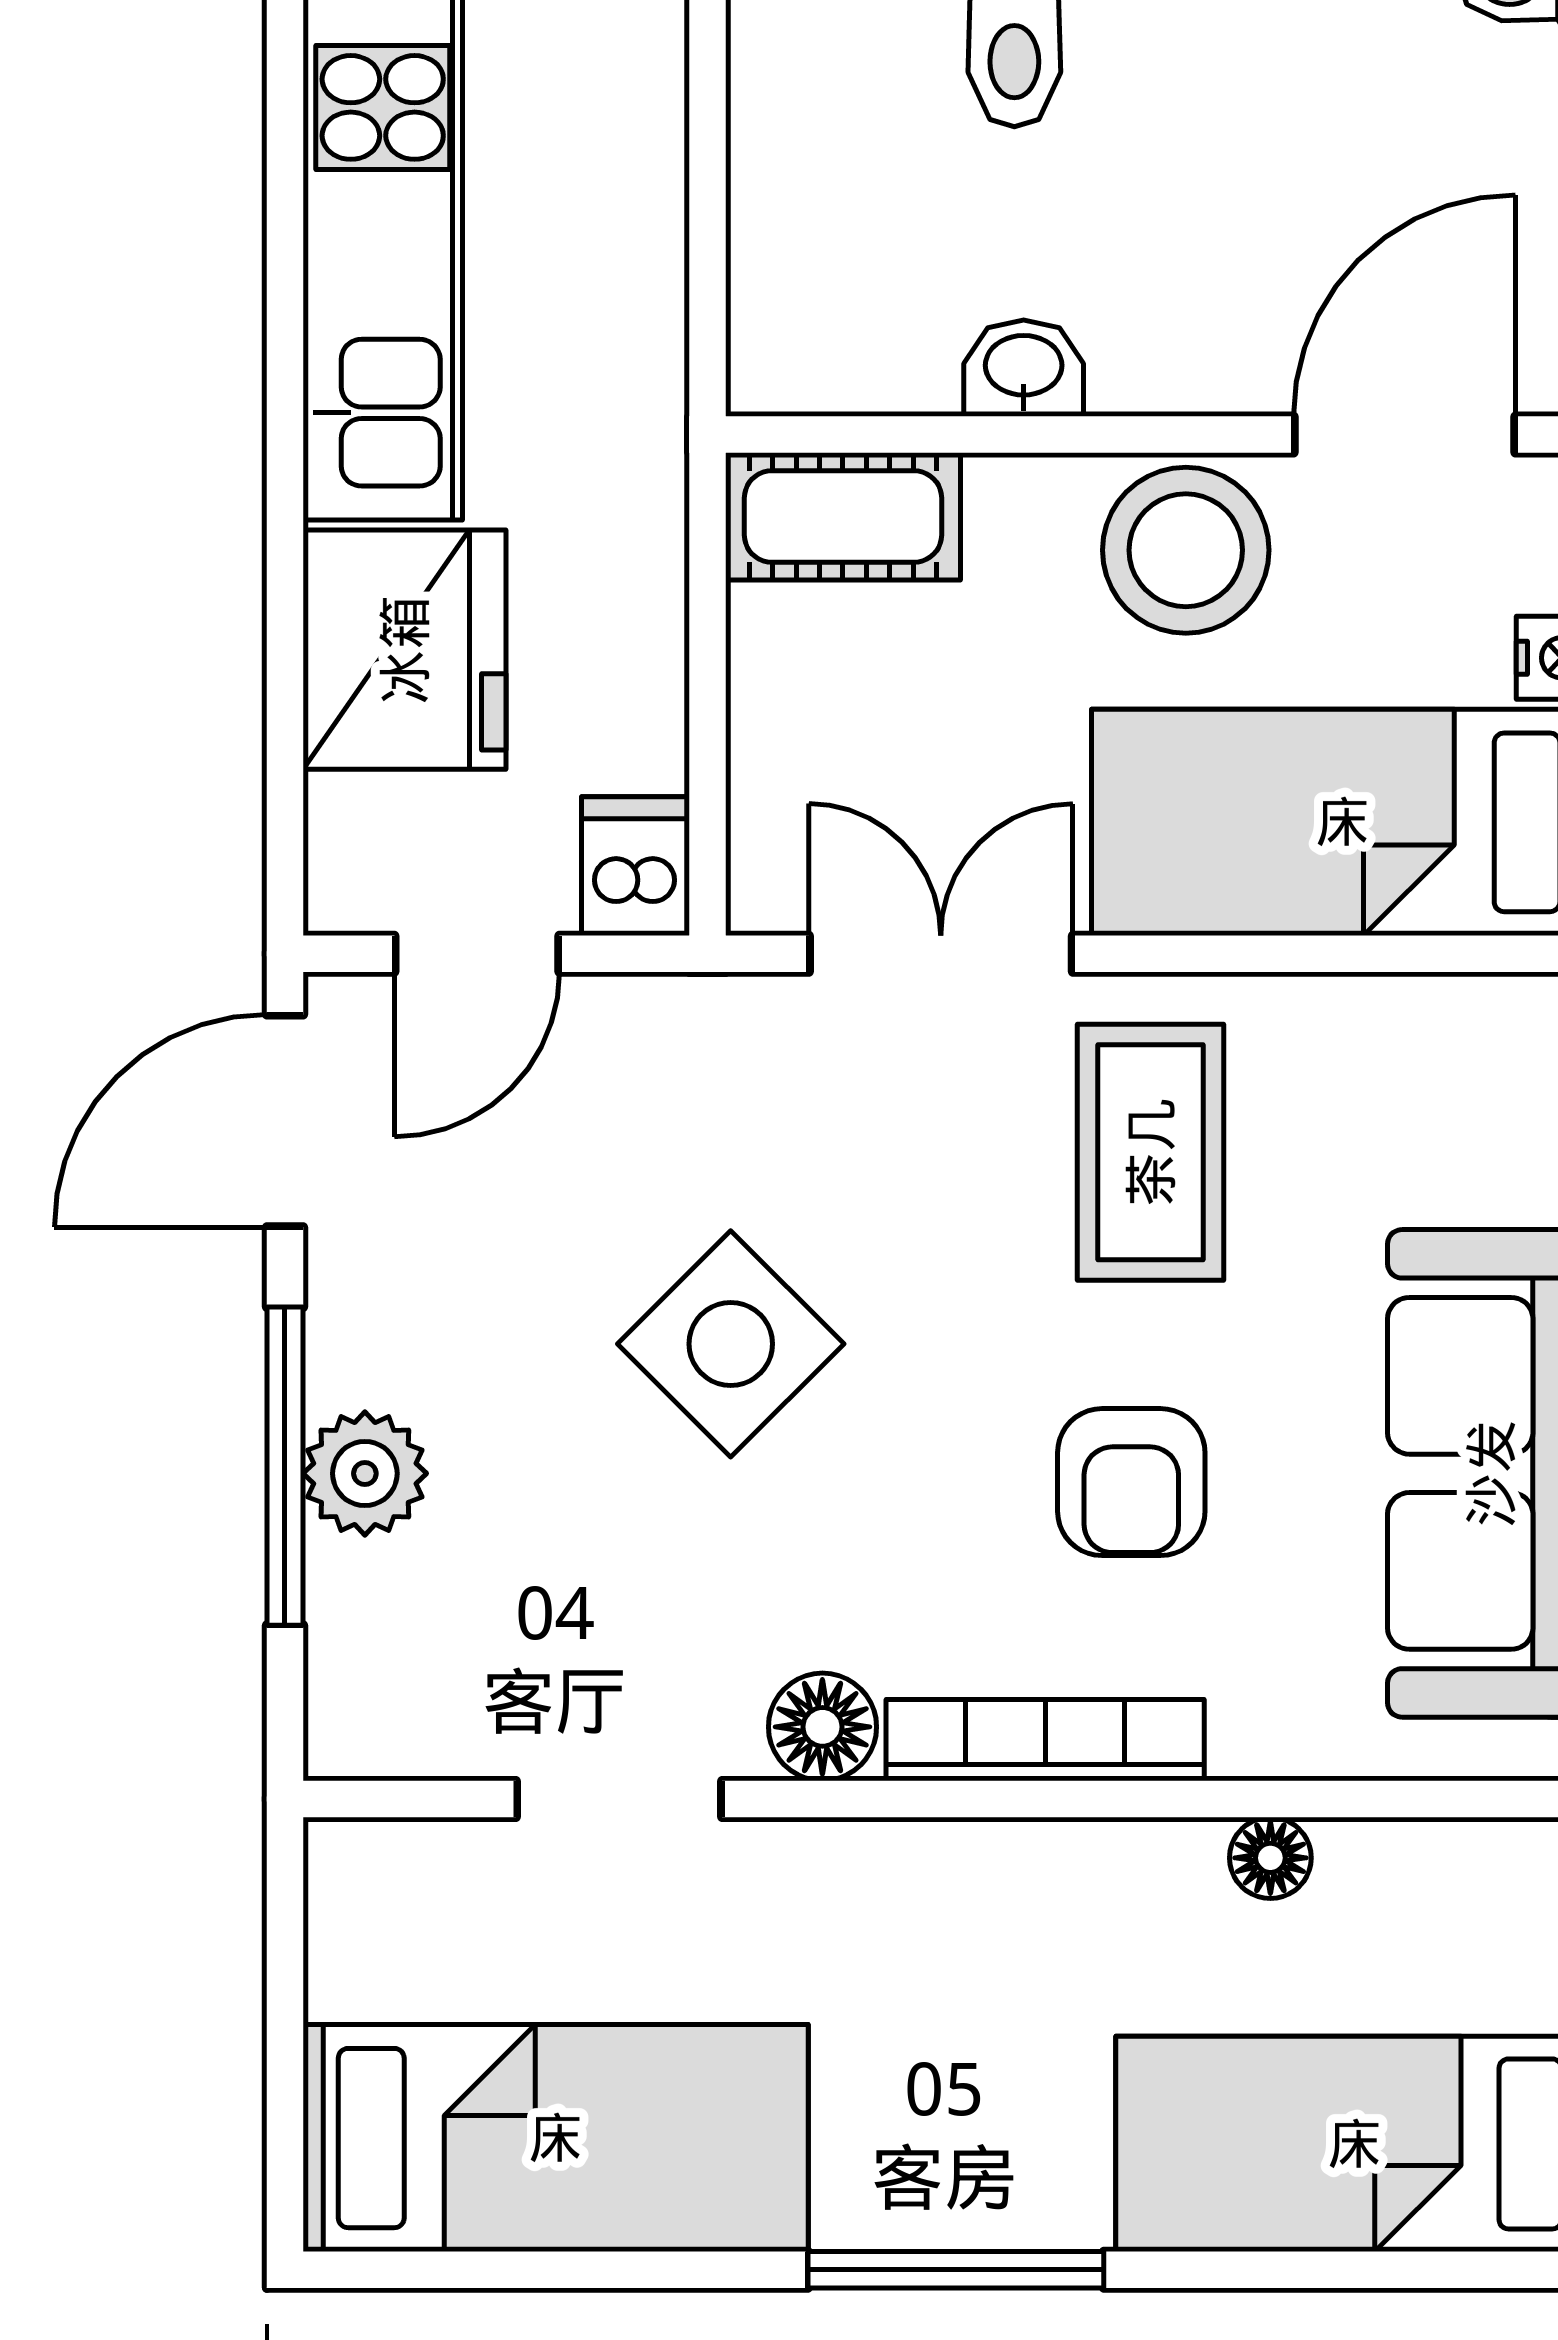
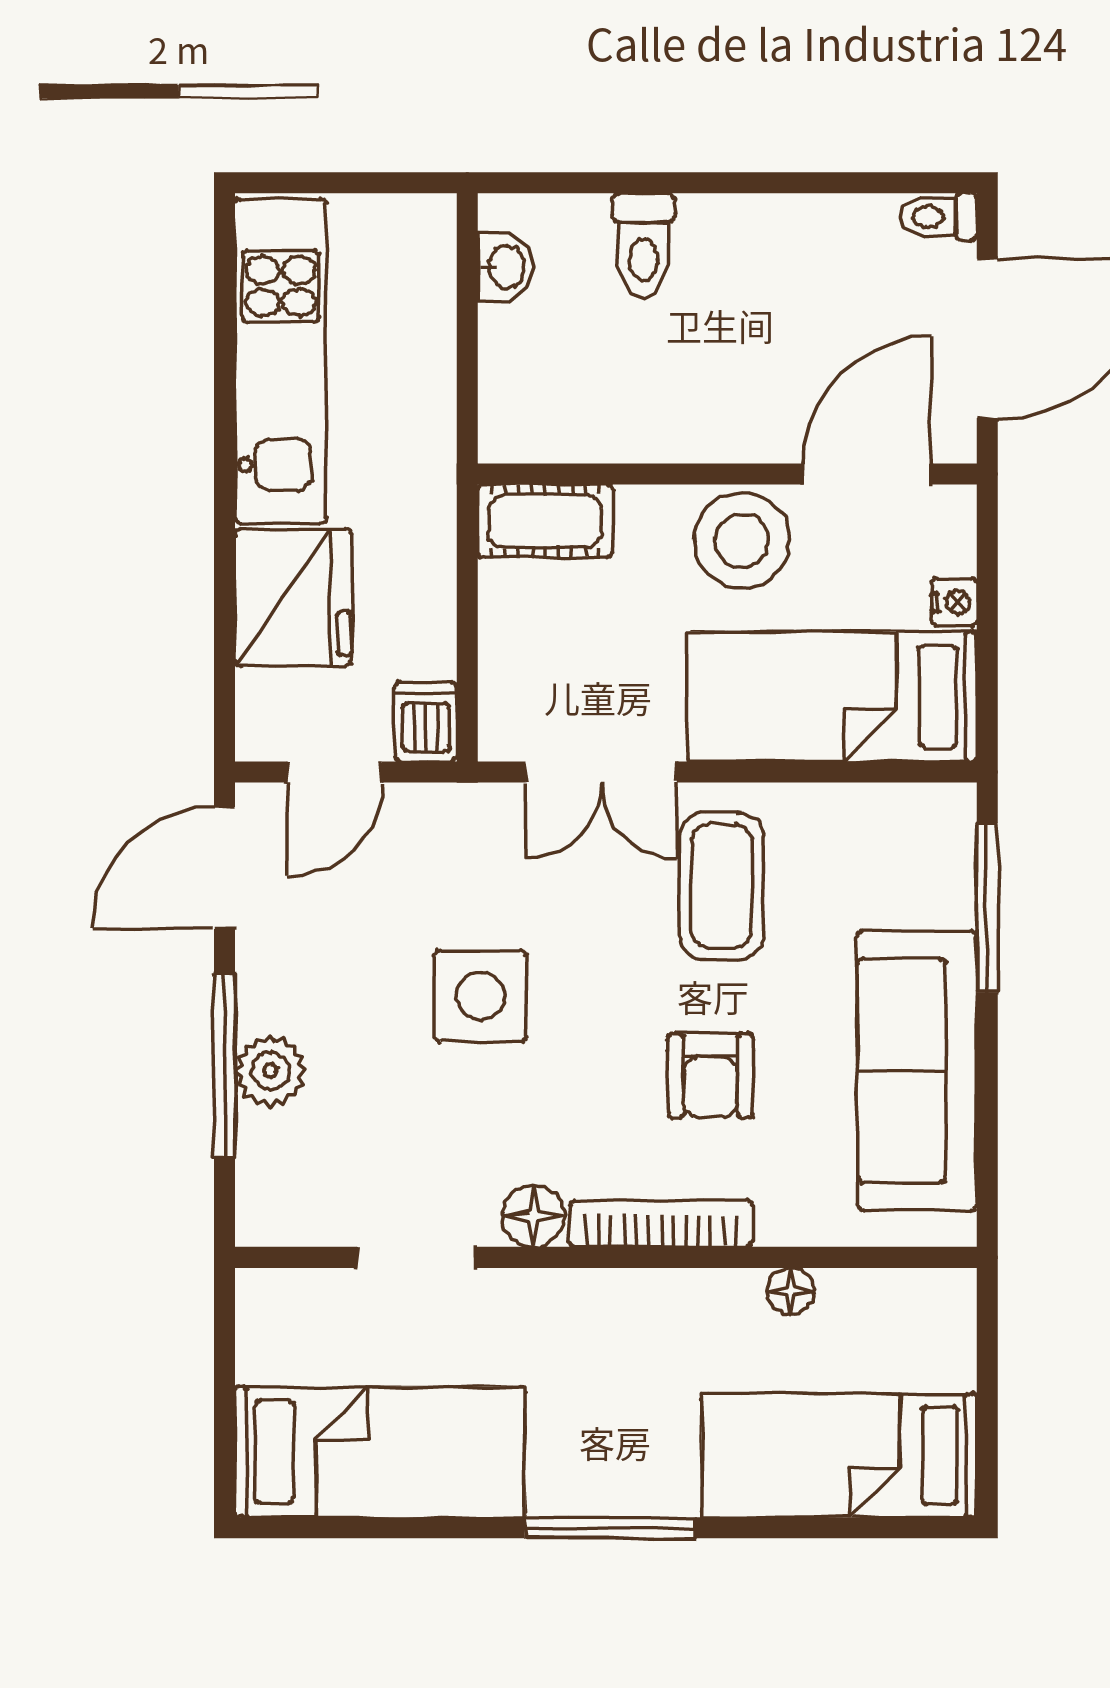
washbasin: (1024, 368) -> (505, 267), moved, turned 90
double door: (941, 954) -> (601, 772), swing flipped
side table: (731, 1344) -> (481, 996), turned 45

